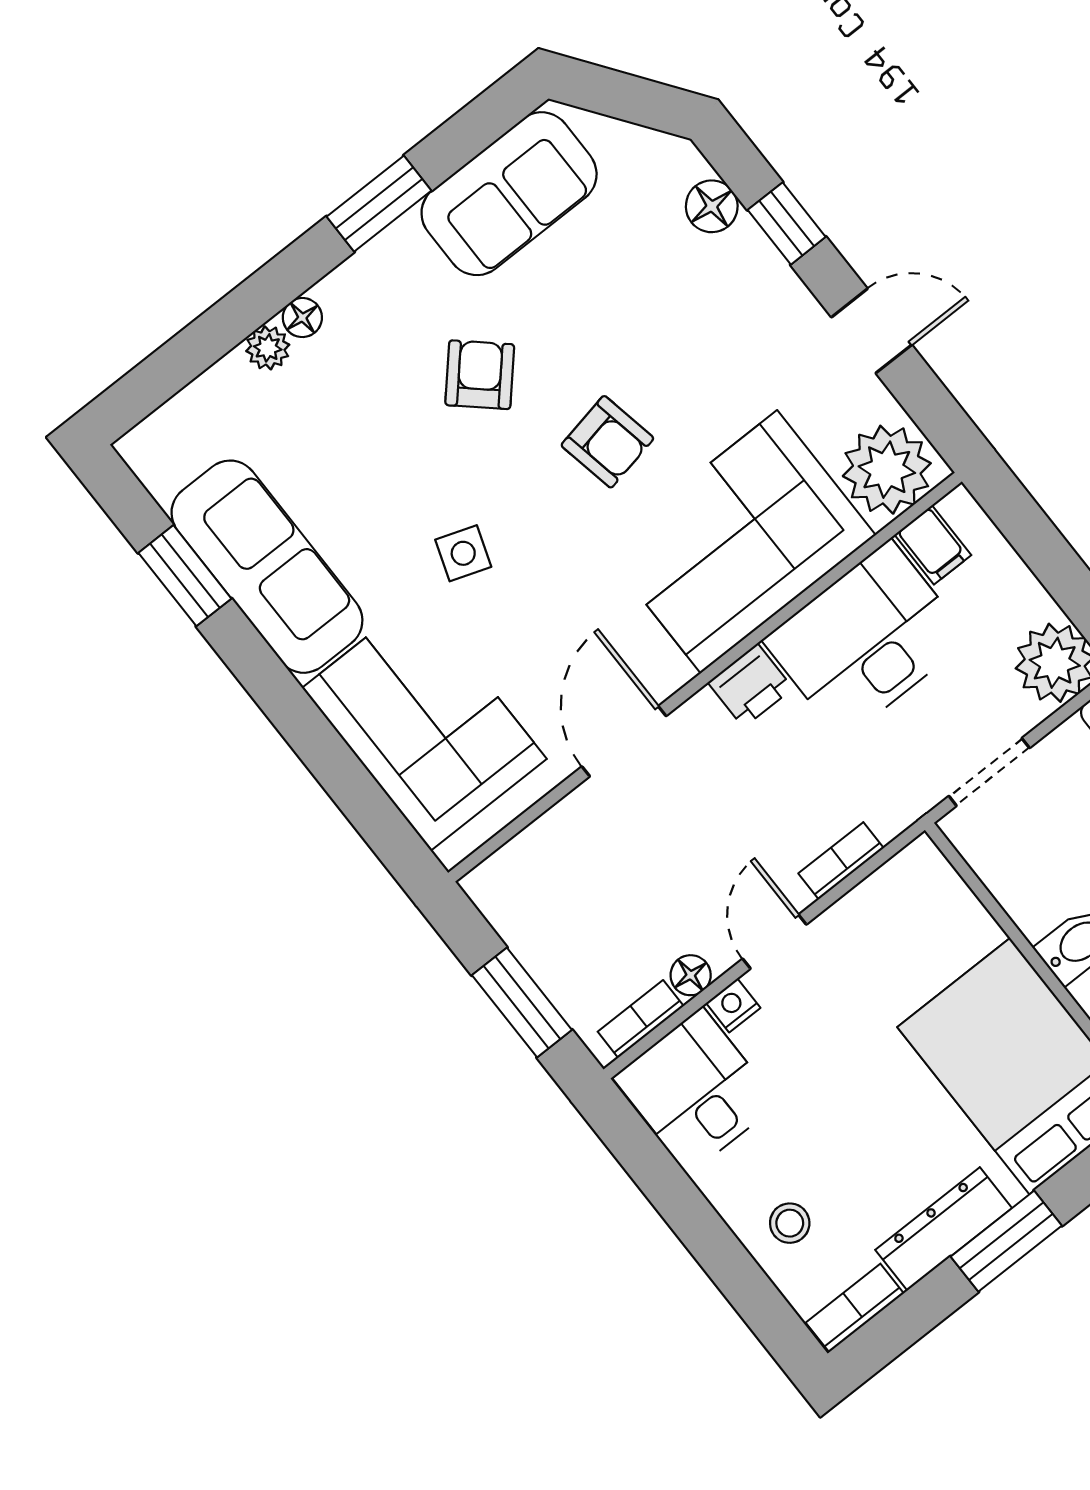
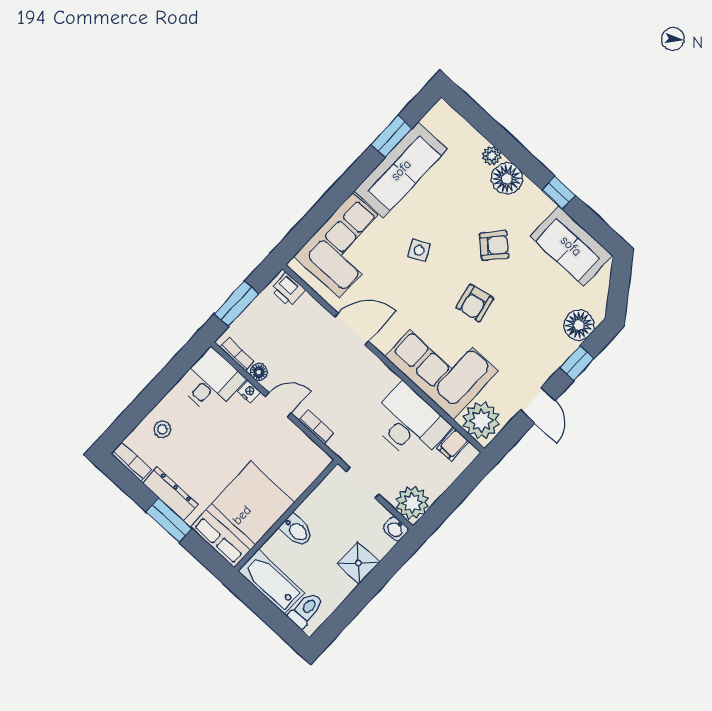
window: (379, 204) -> (559, 193), width x0.67
floor lamp: (712, 206) -> (579, 325), width x1.38, depth x1.38
floor lamp: (302, 318) -> (507, 179), width x1.89, depth x1.89
side table: (463, 553) -> (419, 250), turned 45
printer: (750, 685) -> (288, 290), moved

